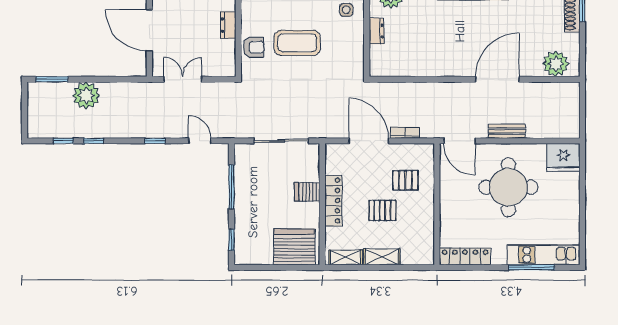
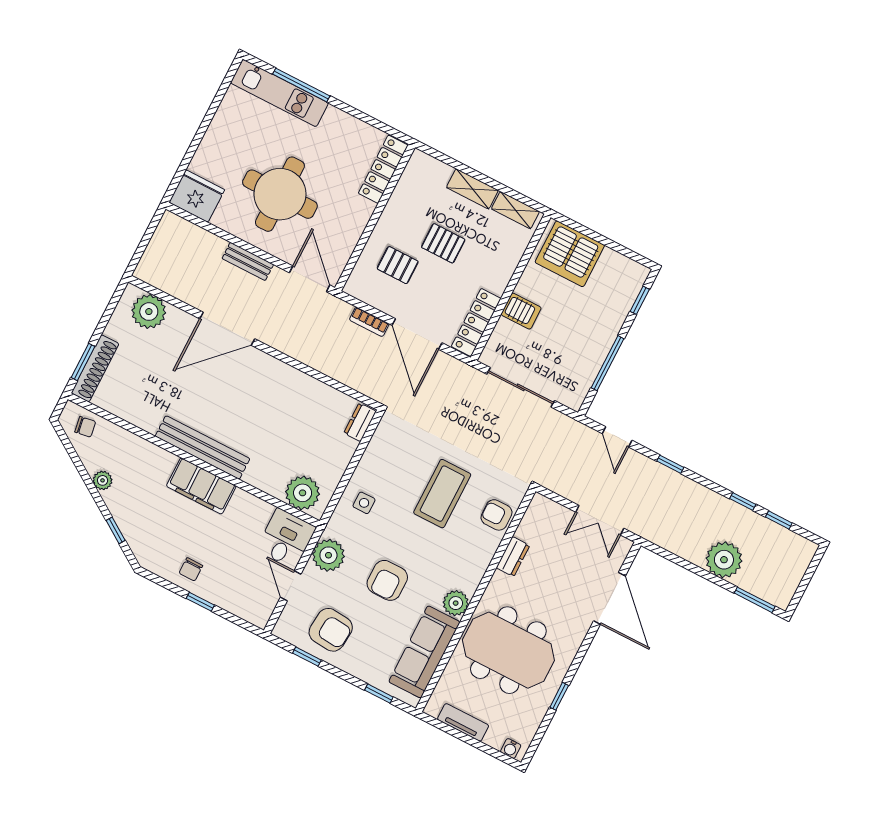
dresser: (377, 31) -> (360, 422), moved
coffee table: (297, 43) -> (442, 494), turned 90
locker: (333, 201) -> (476, 322), moved
locker: (465, 256) -> (383, 169), moved, turned 90

